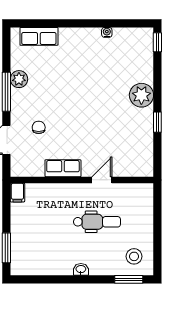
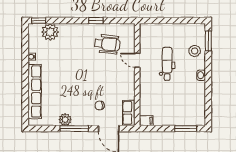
row of seats: (39, 36) -> (35, 92), width x2.02
plant: (141, 95) -> (50, 32), moved
wheelchair: (125, 138) -> (107, 44), added
row of seats: (63, 168) -> (129, 113), moved
stool: (134, 256) -> (195, 51), moved

